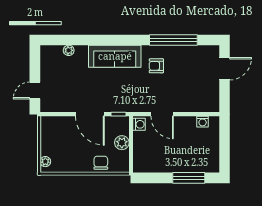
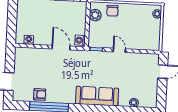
armchair: (156, 66) -> (40, 94), moved
door: (90, 114) -> (119, 50), width x0.53
plant: (122, 143) -> (95, 15), moved

